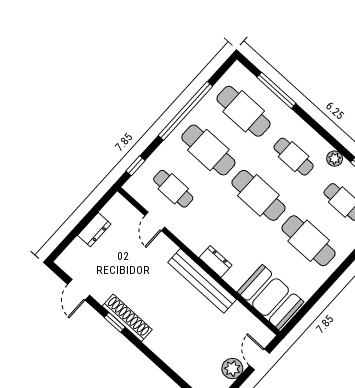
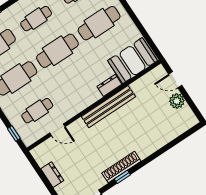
dresser: (215, 261) -> (109, 85), moved

